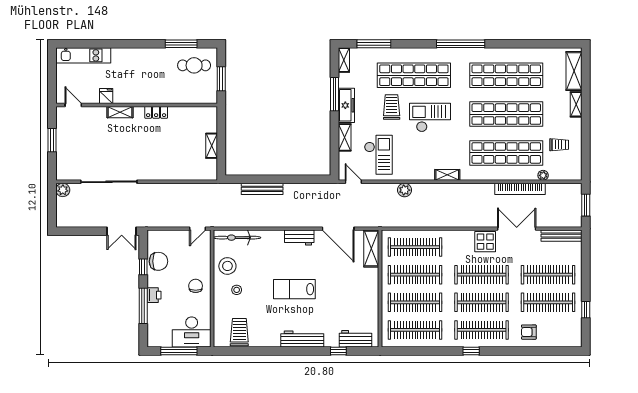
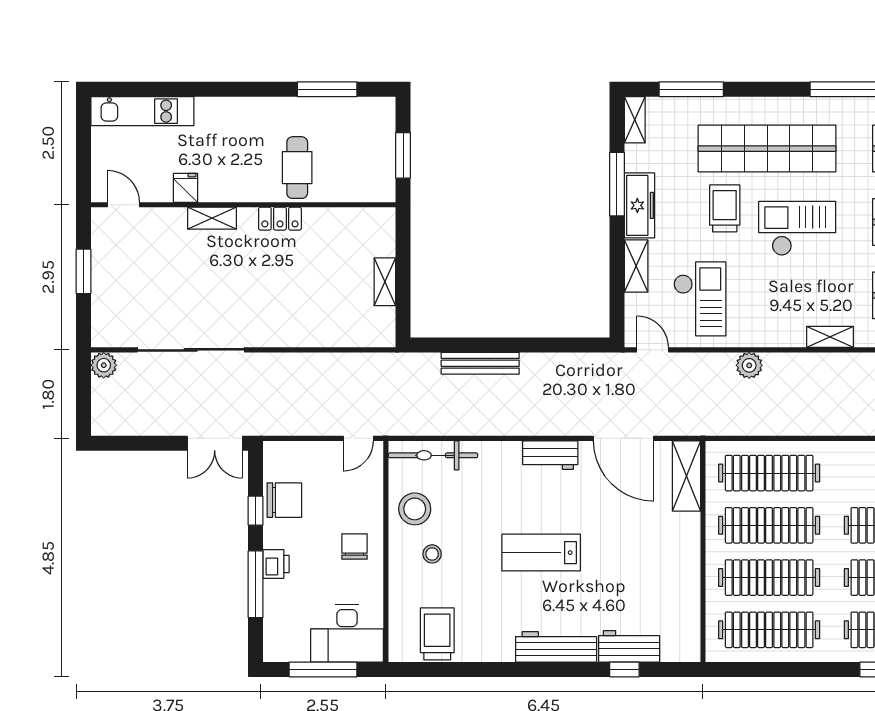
cafe table: (194, 65) -> (297, 168), moved, turned 90
workbench: (355, 339) -> (629, 646), moved

